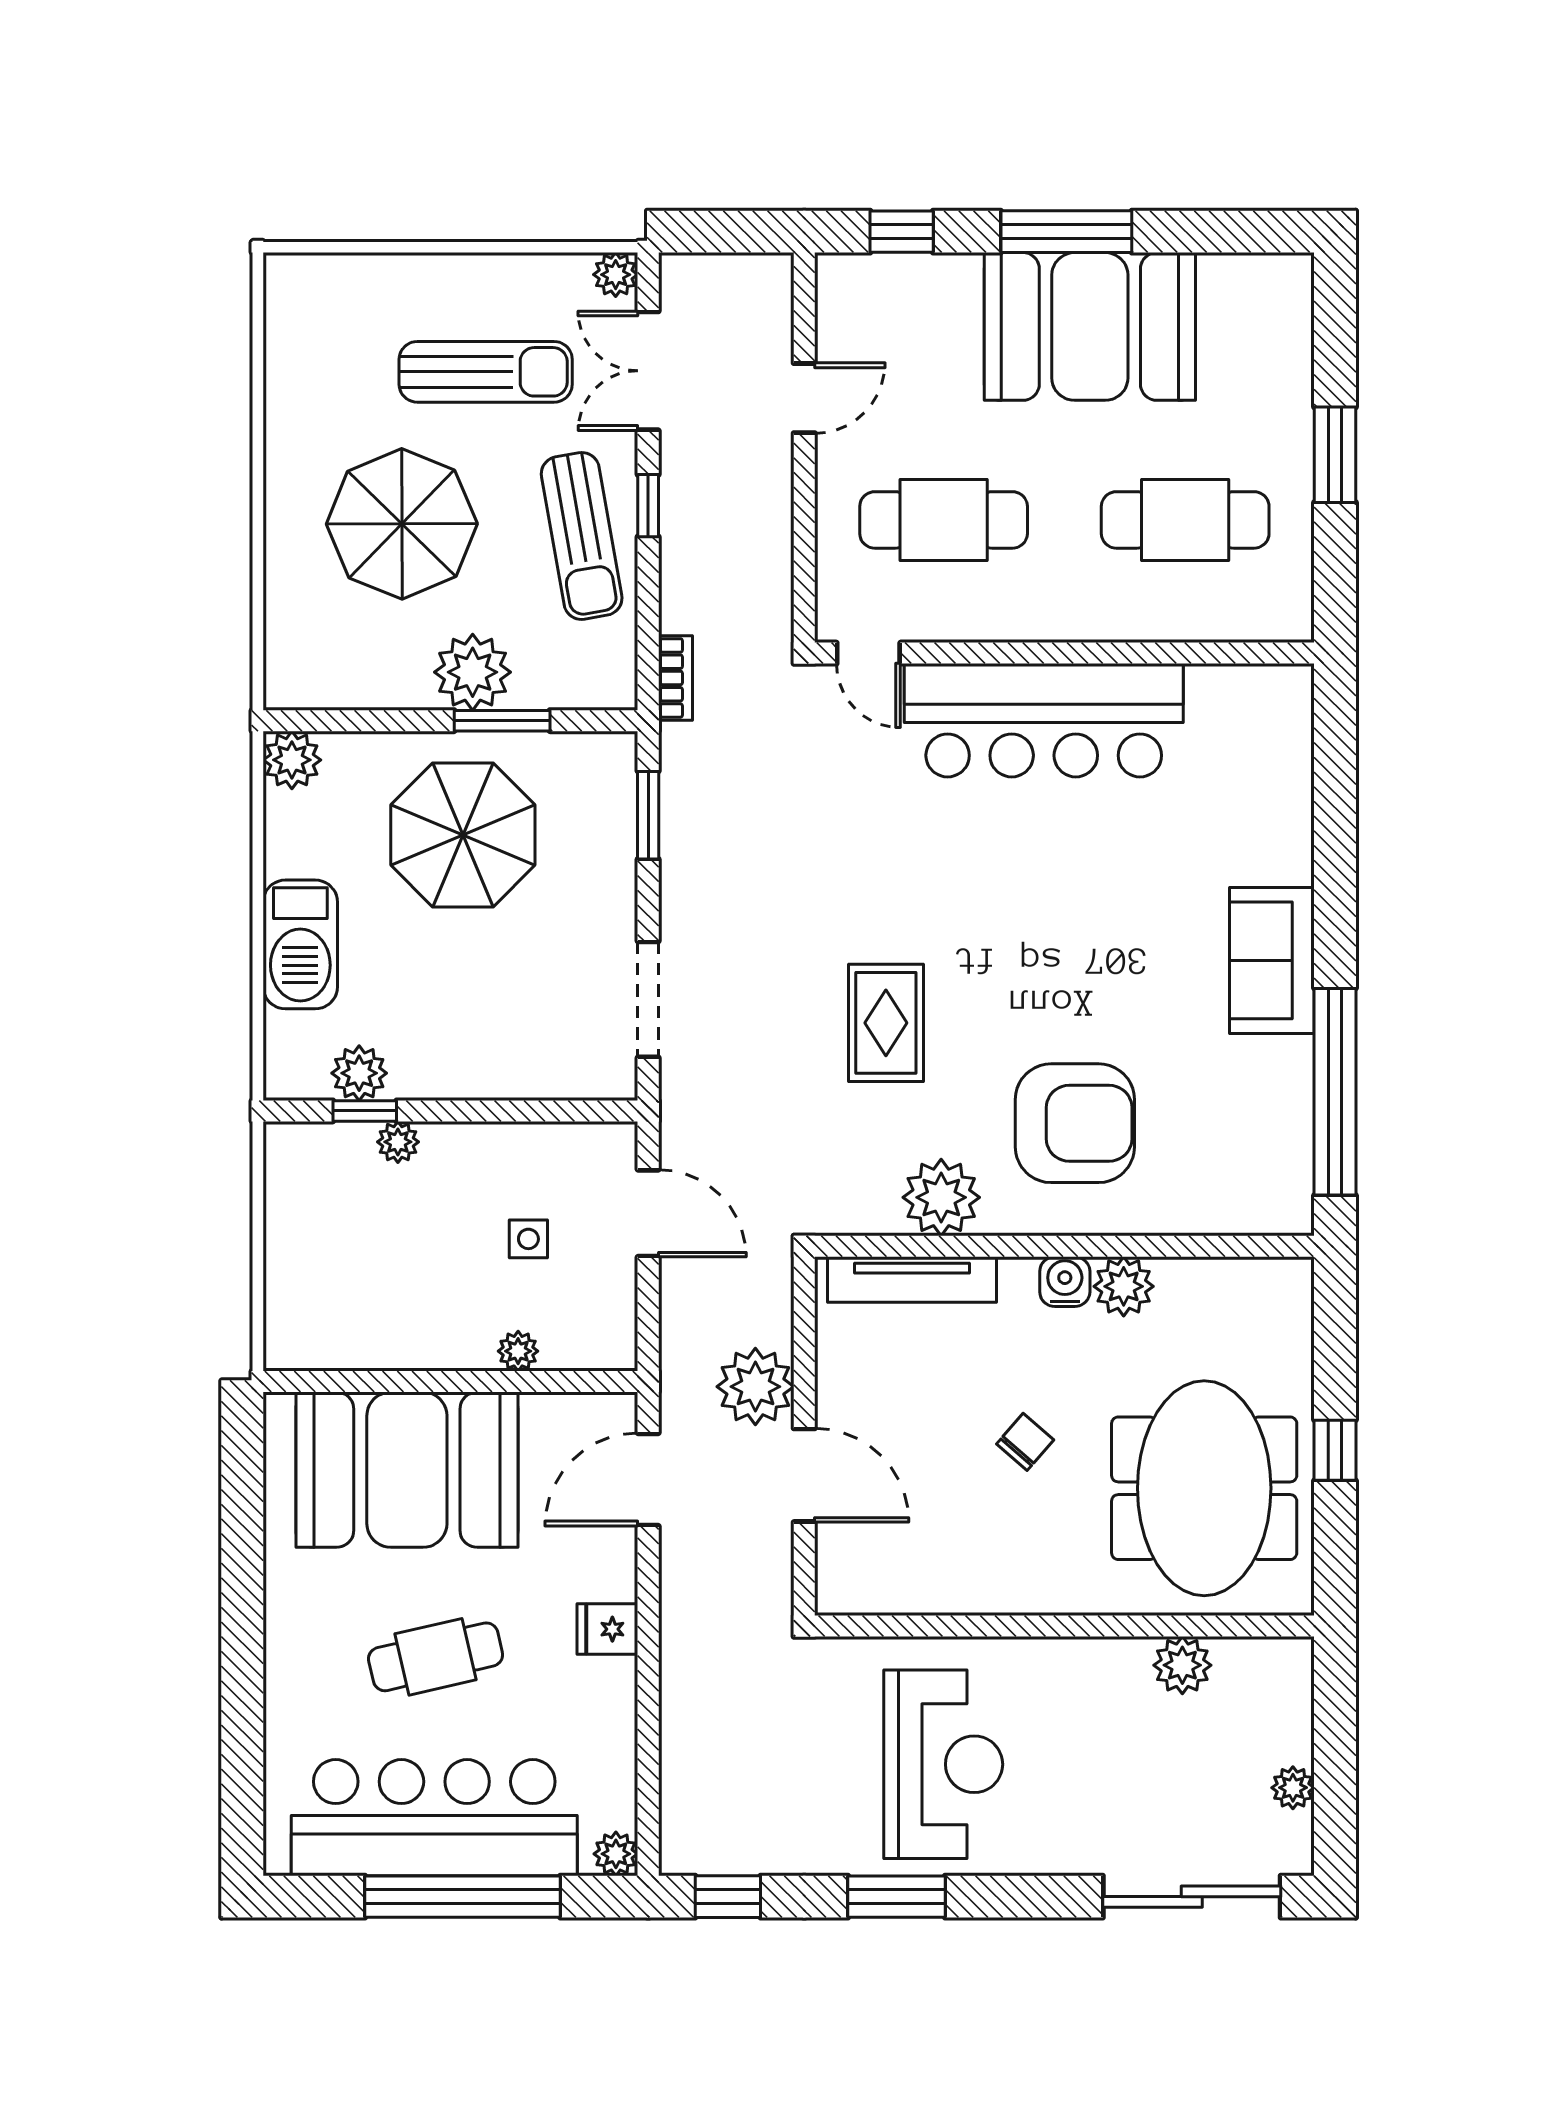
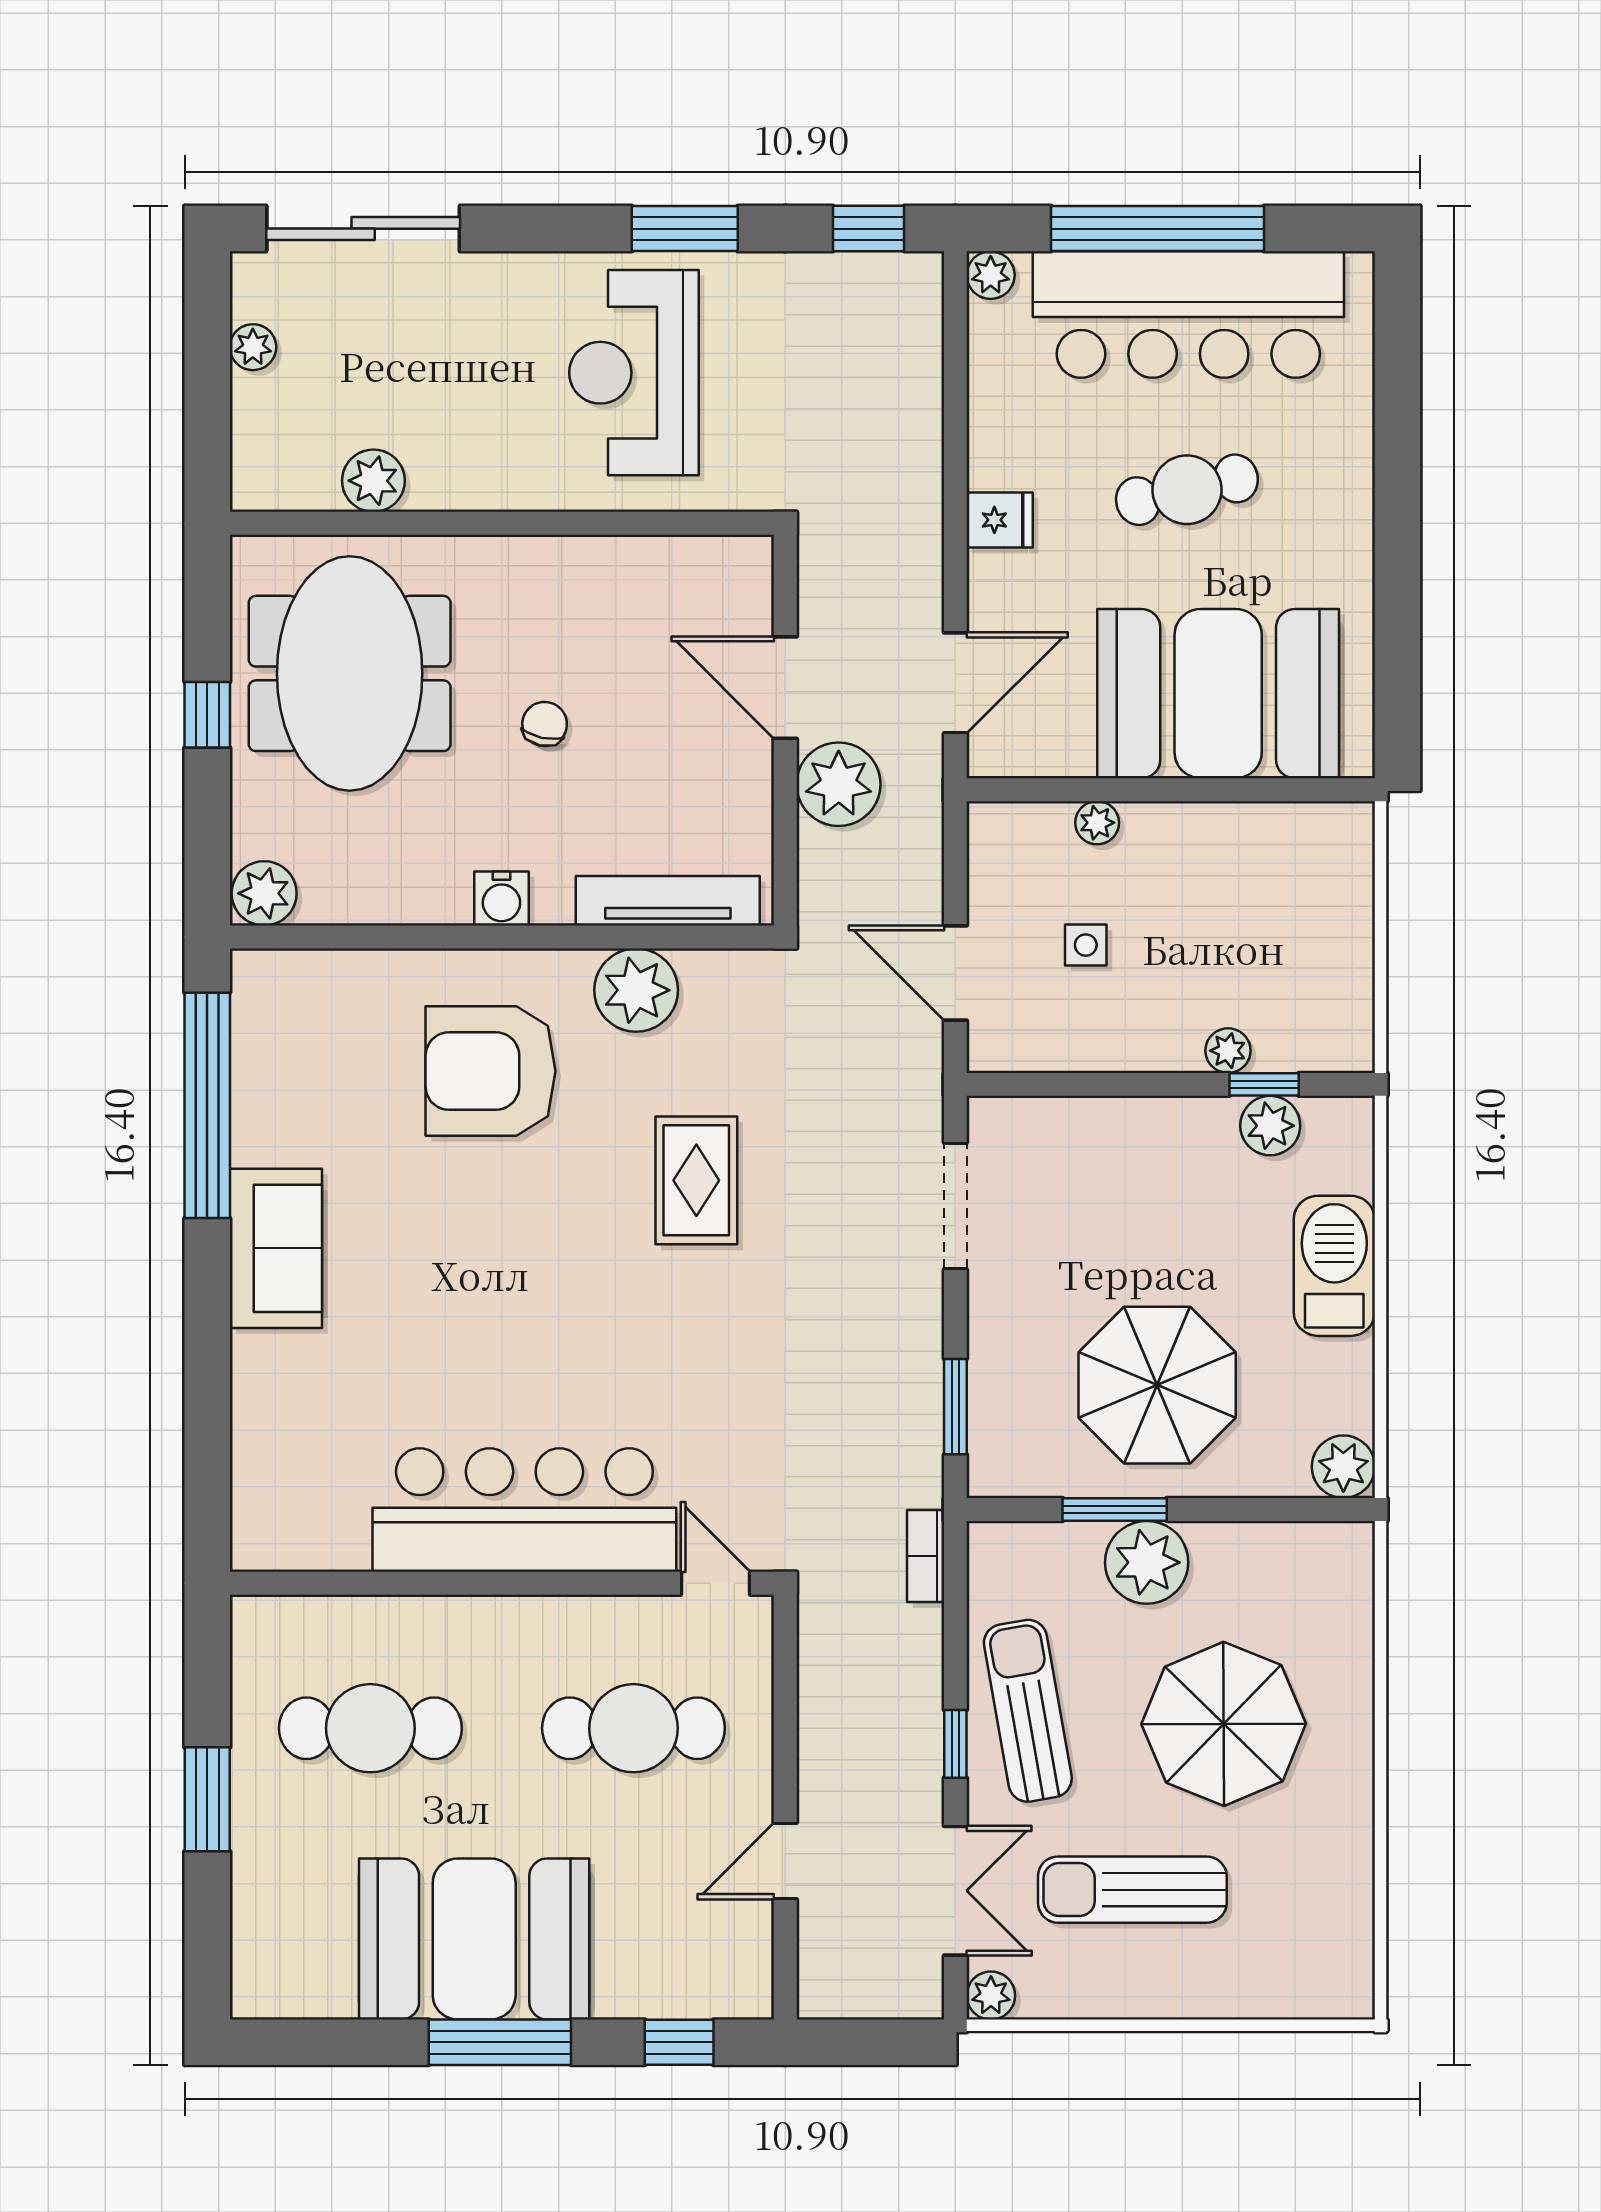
plant: (1124, 1286) -> (264, 893), moved
chair: (1025, 1442) -> (545, 724), turned 151

